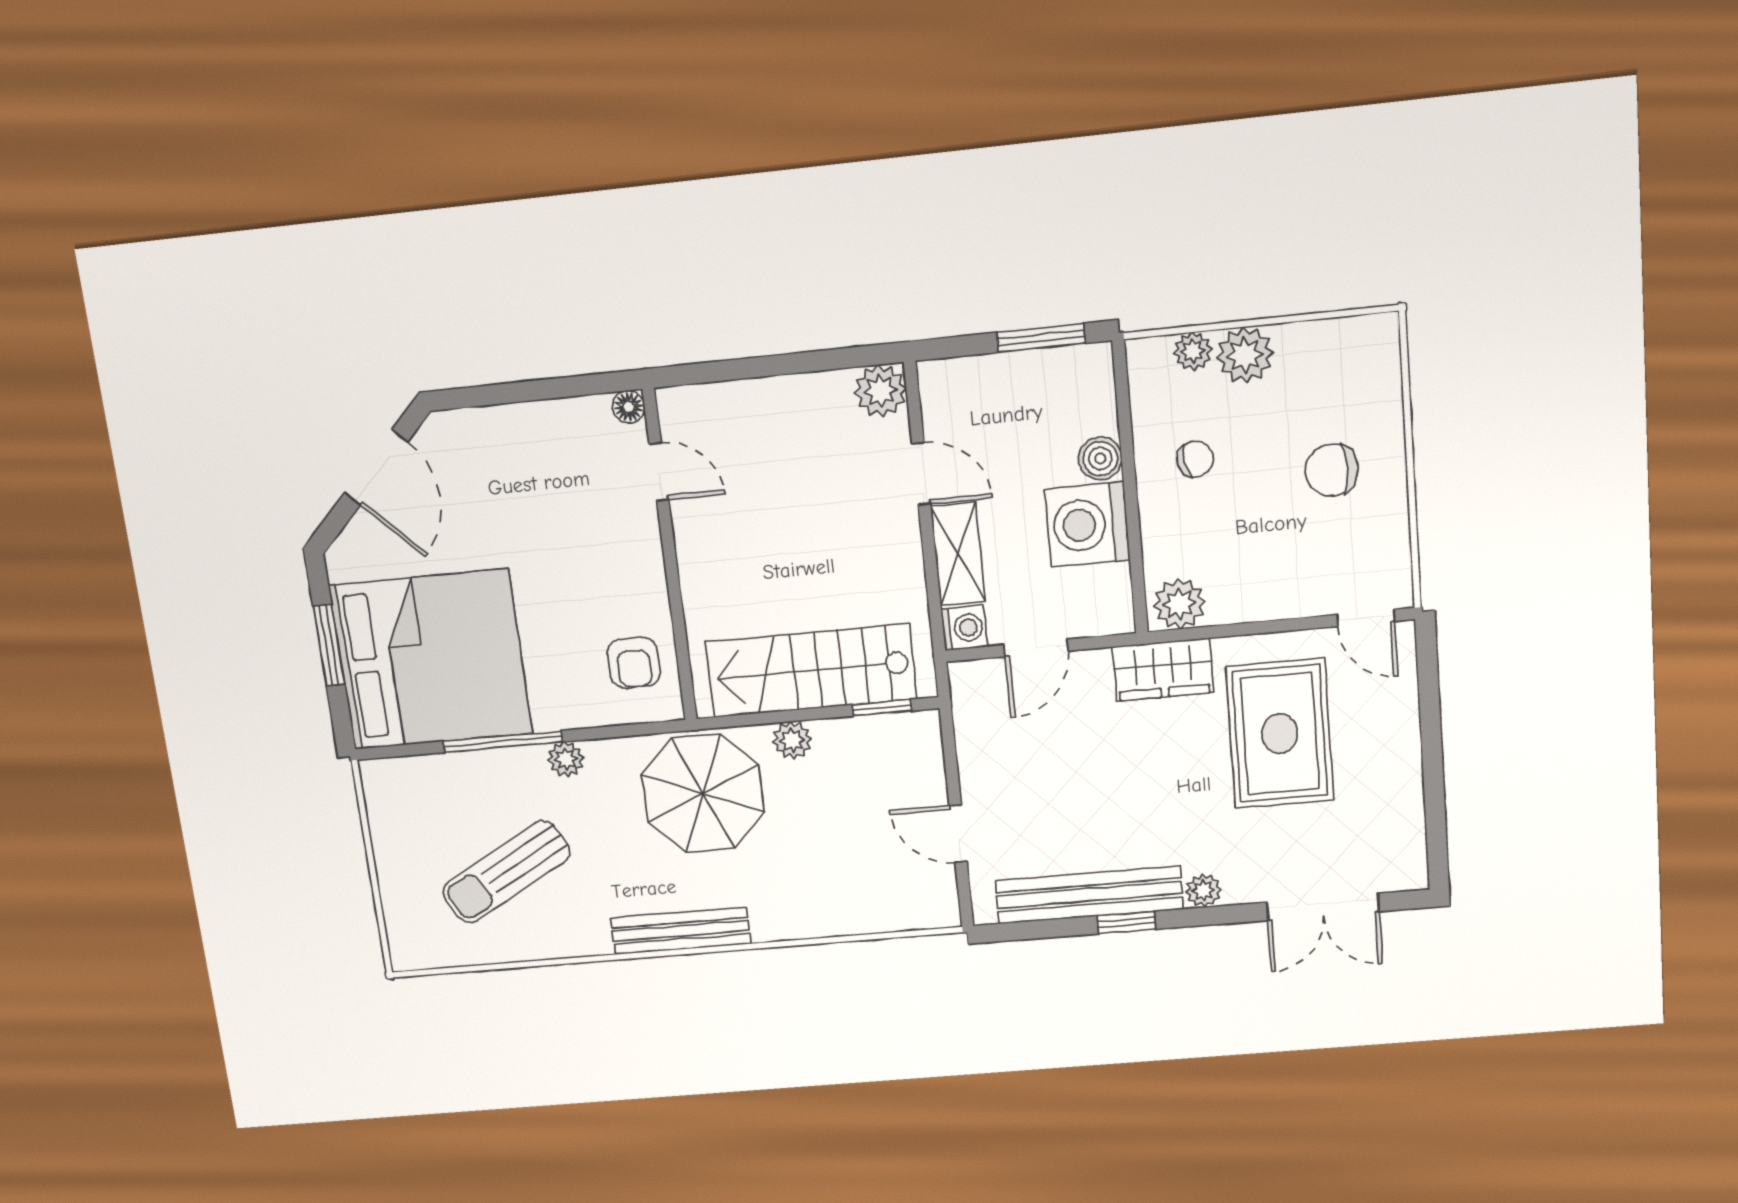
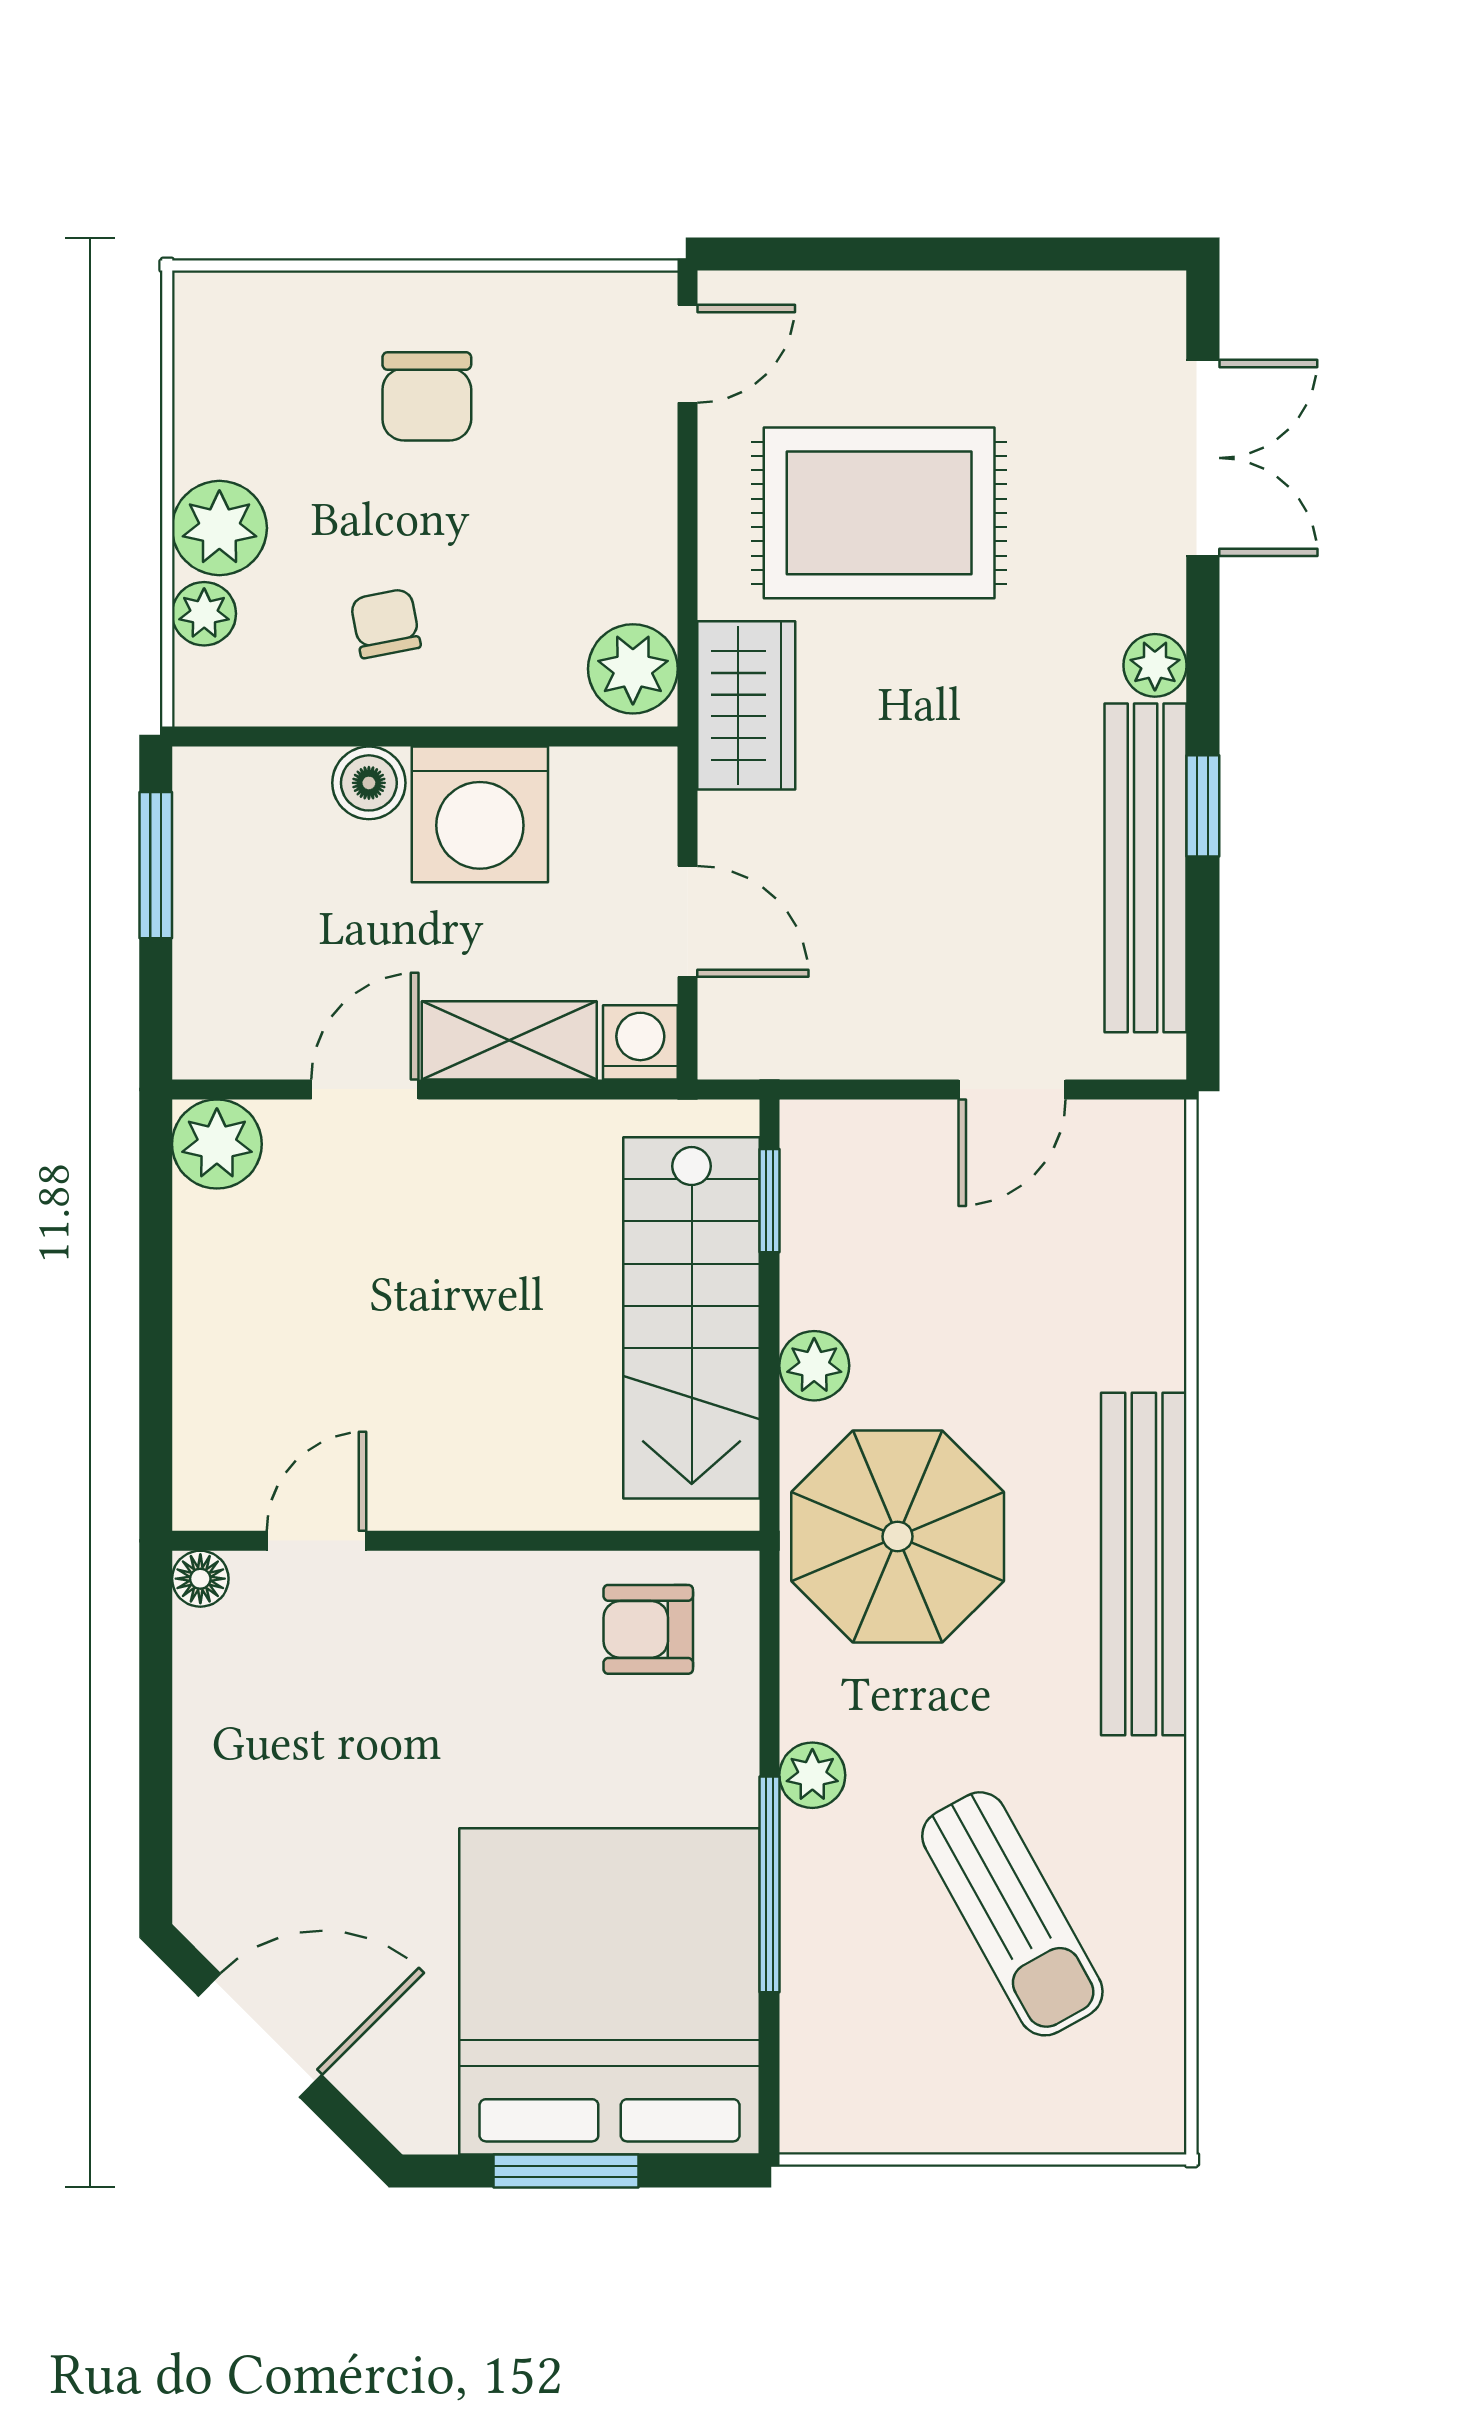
armchair: (634, 663) -> (648, 1629), turned 180
bench: (681, 931) -> (1144, 1564), width x1.37, depth x1.21

